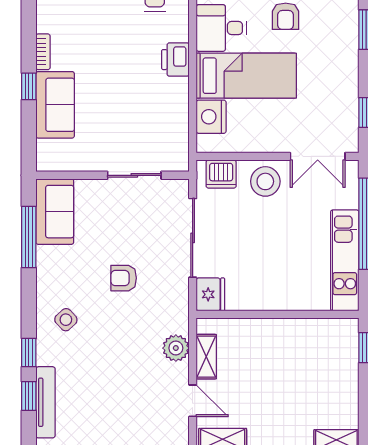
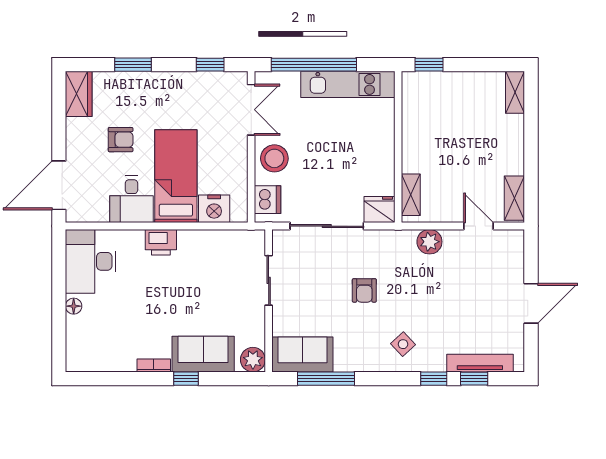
plant: (49, 158) -> (253, 360), added
shelving: (206, 357) -> (411, 195), moved, turned 90
door: (193, 401) -> (479, 226), hinge flipped

